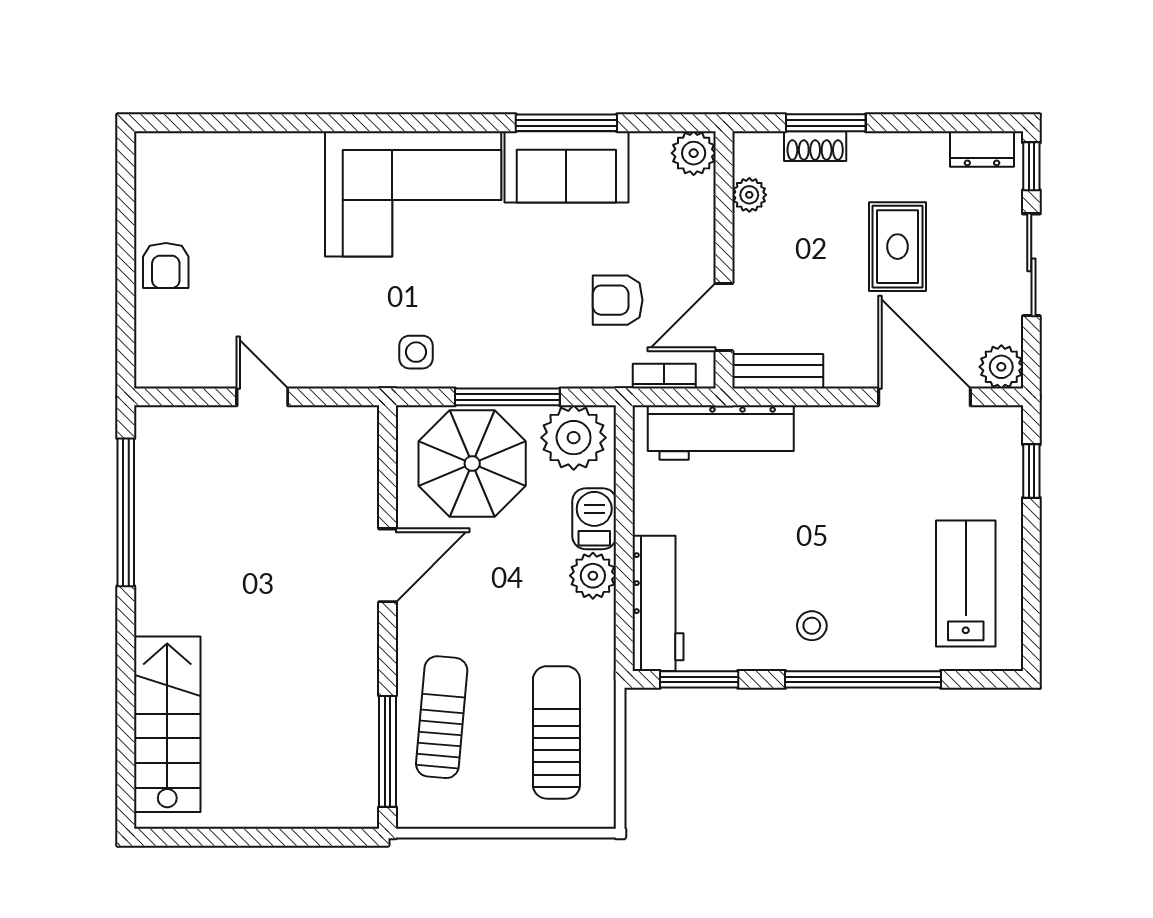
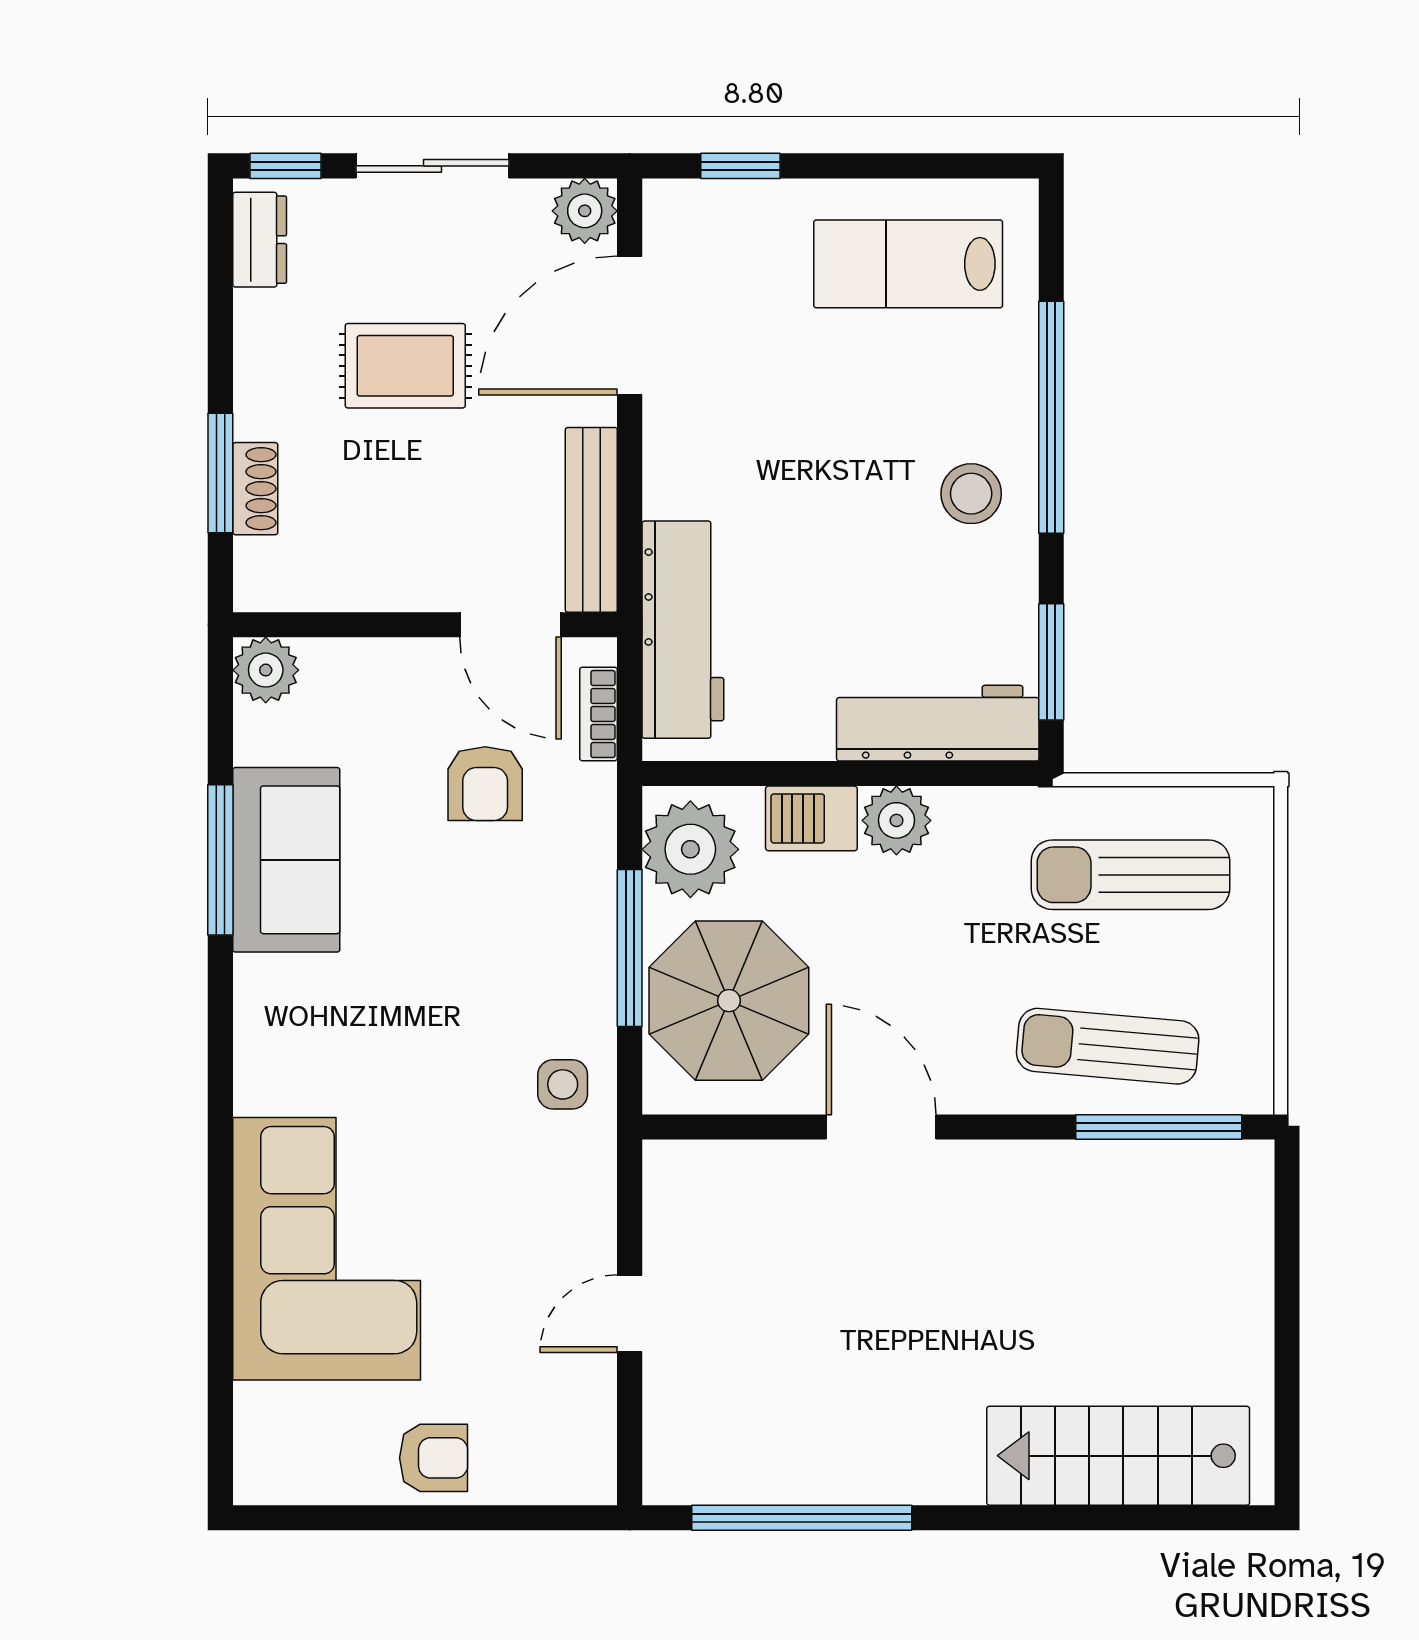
corner sofa: (413, 194) -> (327, 1249), moved
plant: (749, 195) -> (328, 587), removed
bench: (778, 371) -> (591, 520), width x1.36
stool: (812, 626) -> (971, 494), width x1.37, depth x1.37

